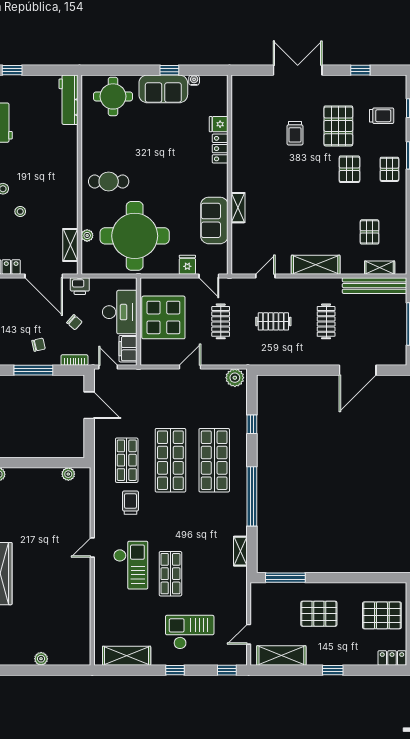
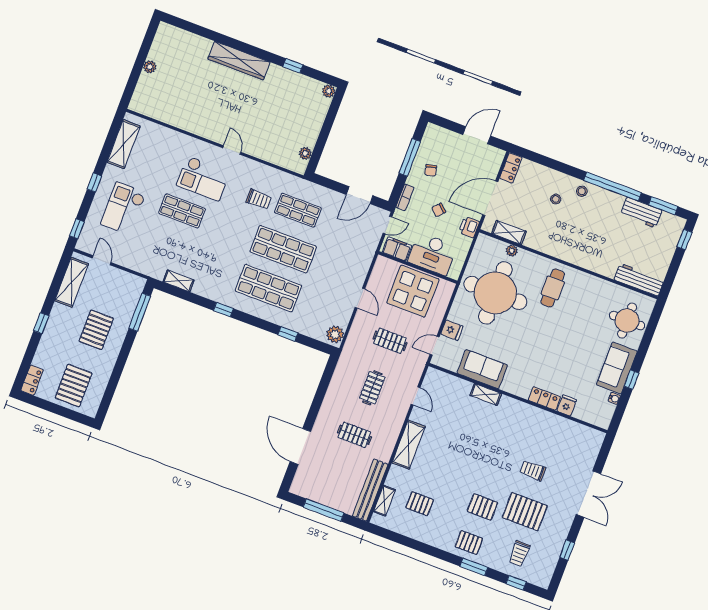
window: (252, 496) -> (223, 310), width x0.32
checkout: (190, 632) -> (123, 208), turned 180

